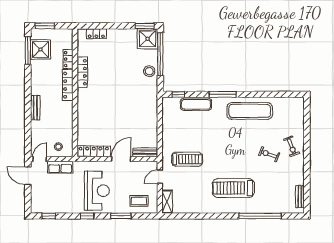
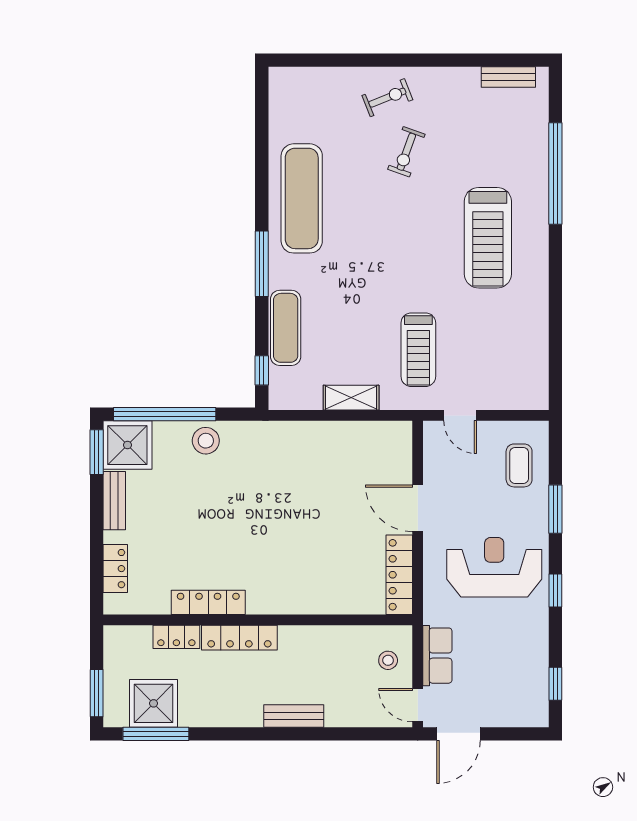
bench: (145, 152) -> (114, 501), moved
treadmill: (187, 159) -> (418, 350), turned 180
shelving: (167, 202) -> (351, 398), moved

